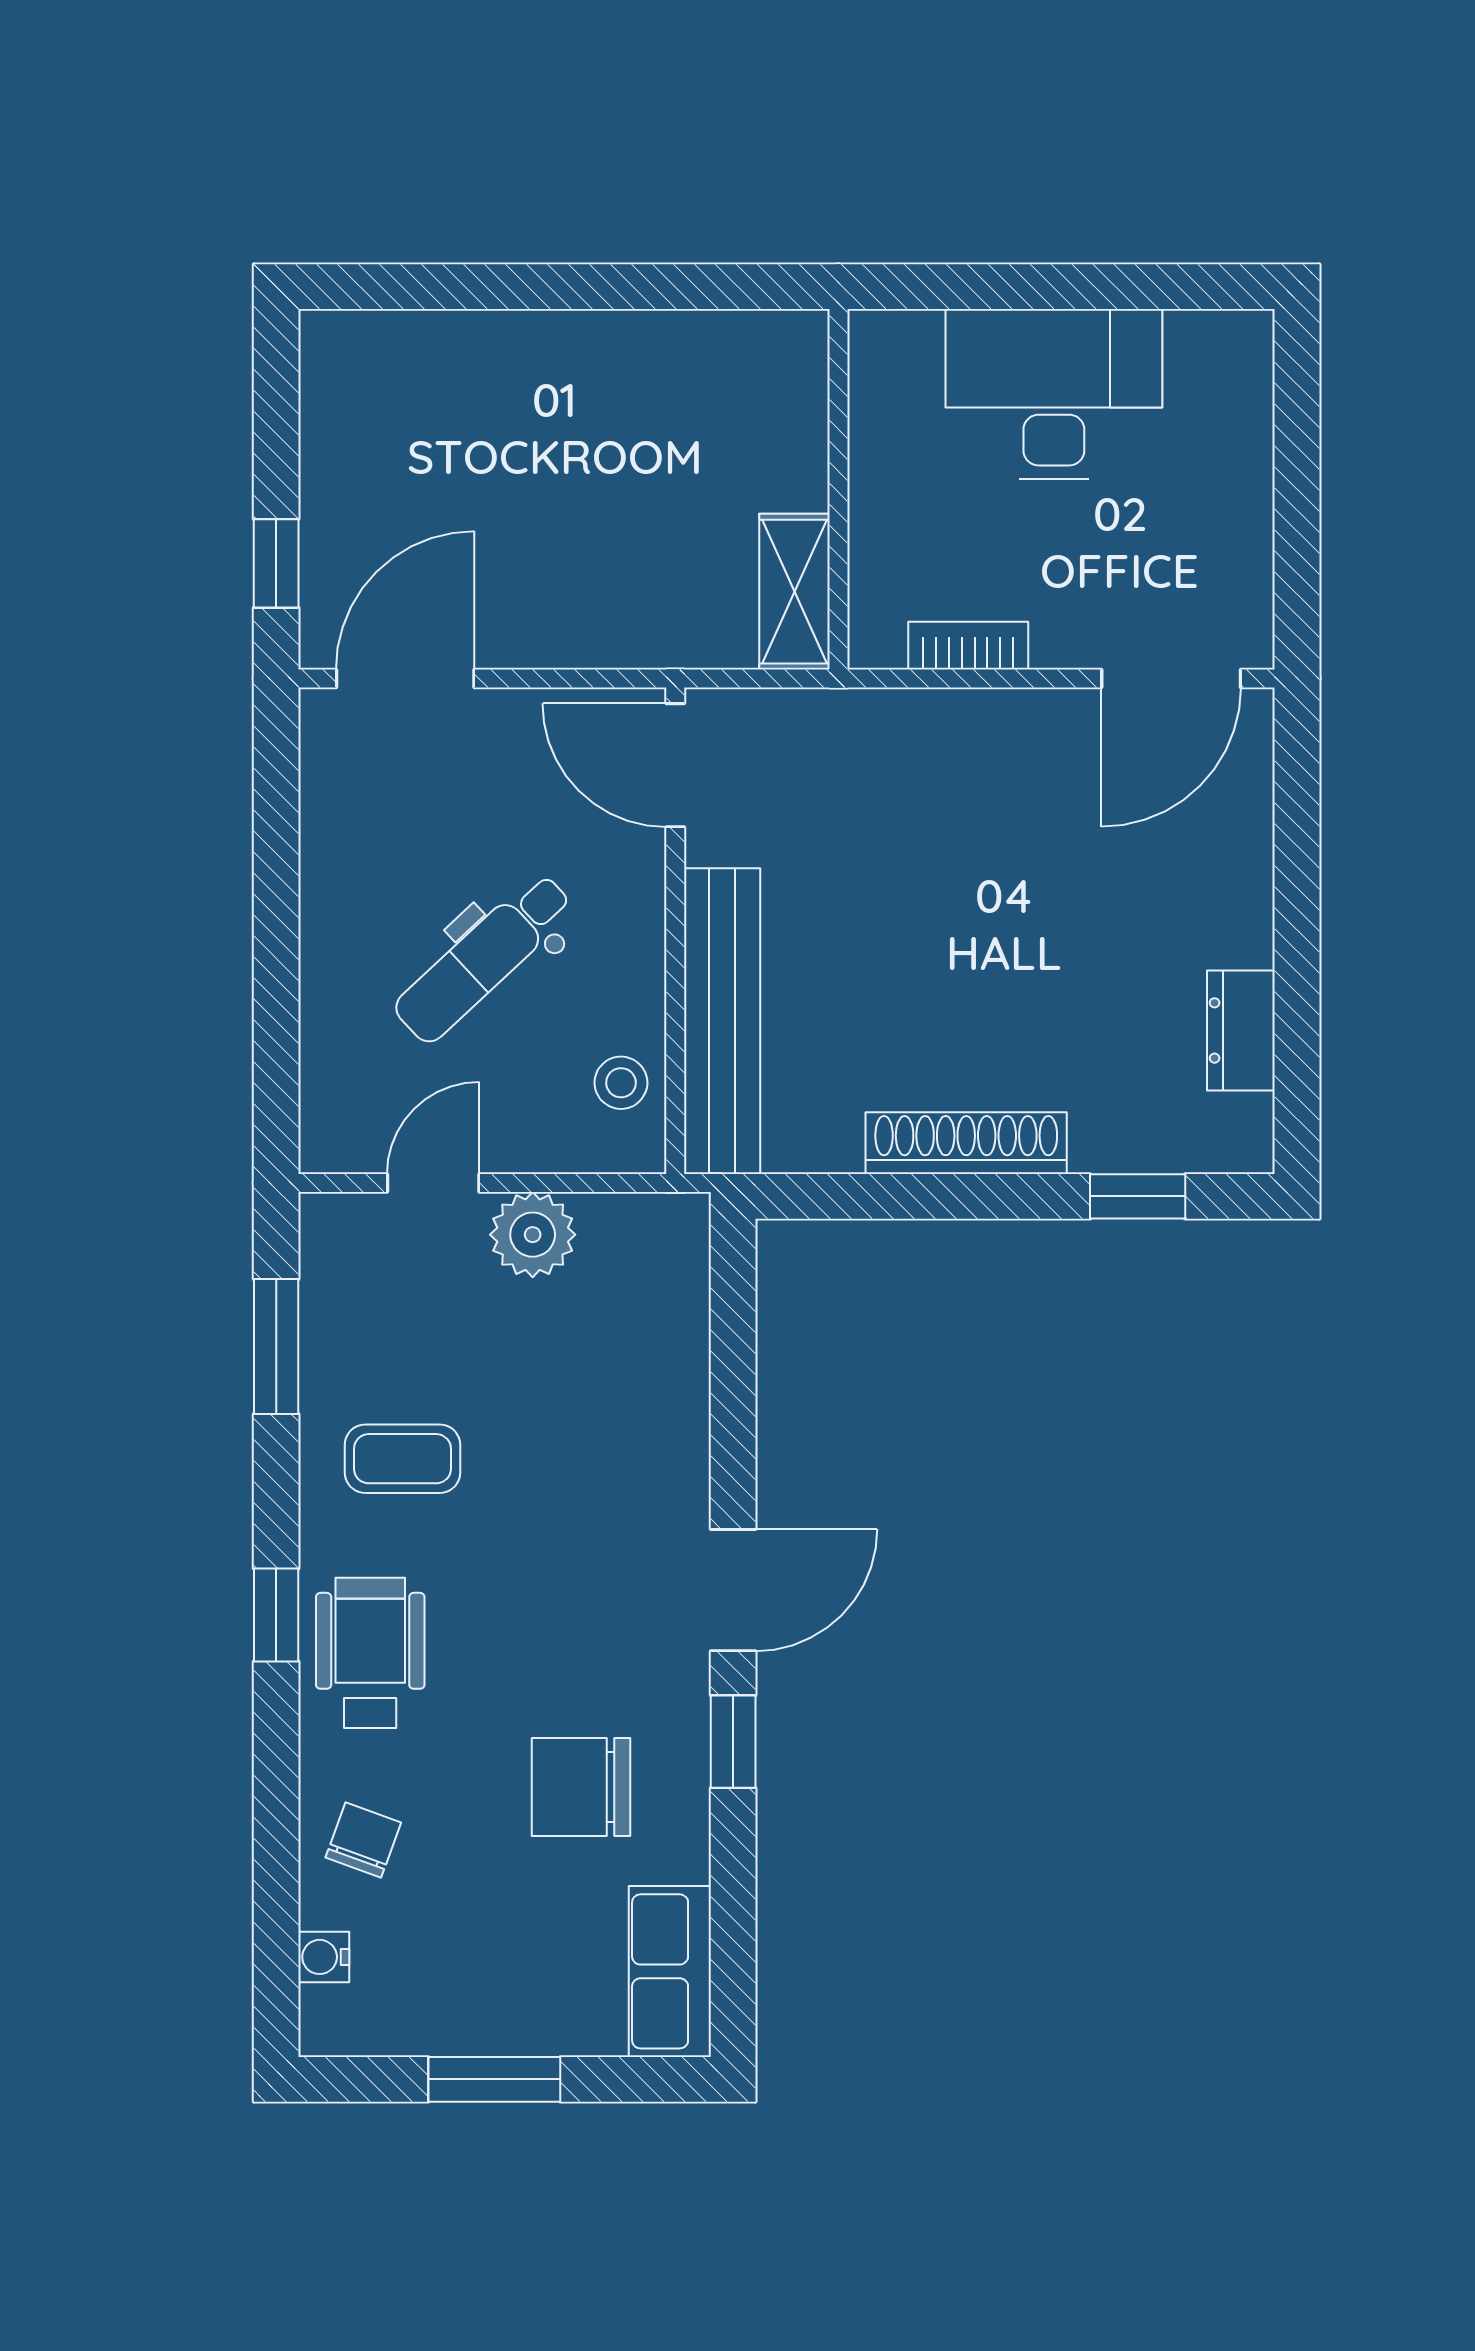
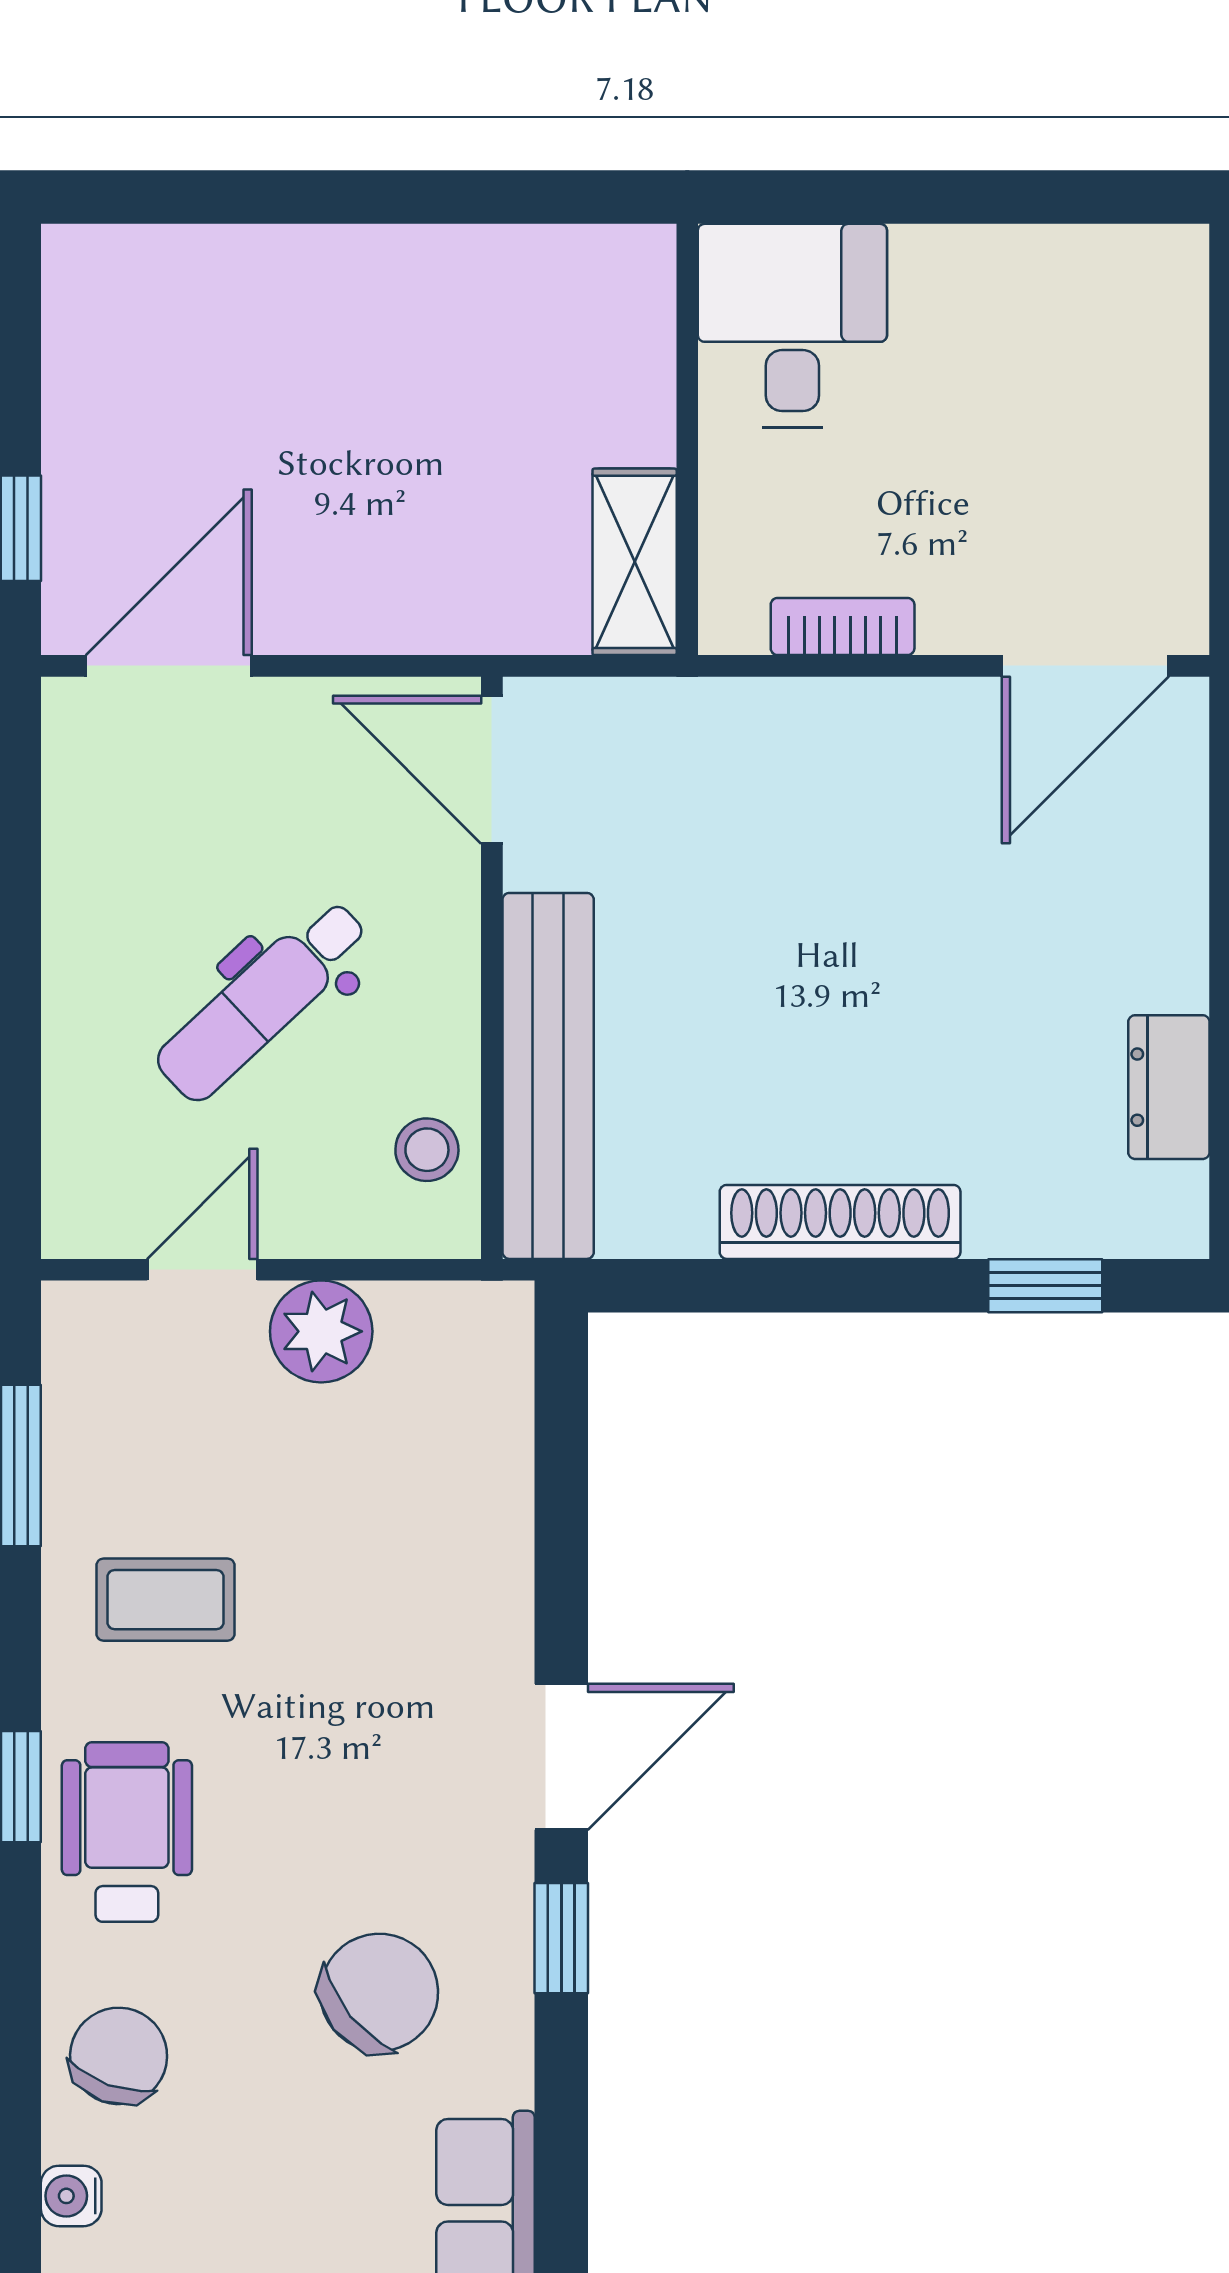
desk: (1054, 394) -> (792, 326), moved, width x0.73
chair: (581, 1787) -> (379, 1992), turned 141
chair: (363, 1840) -> (119, 2056), width x1.37, depth x1.37

